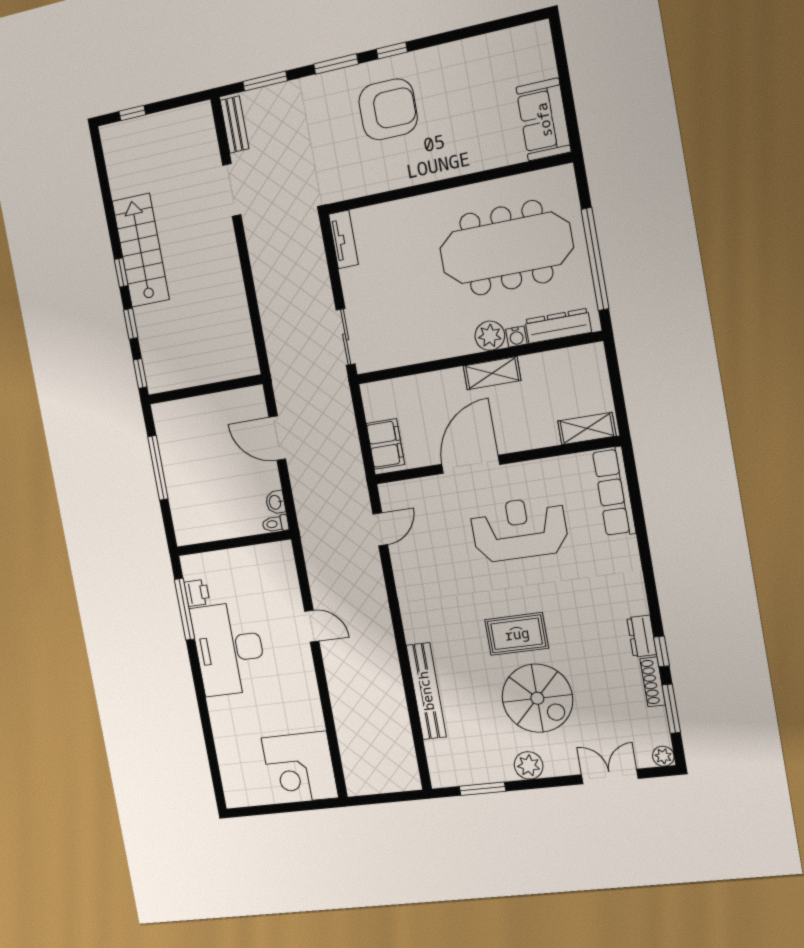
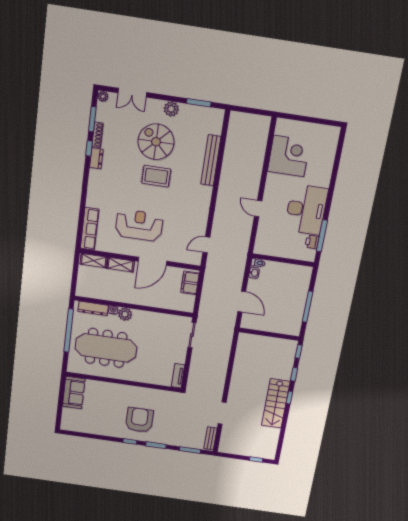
armchair: (388, 109) -> (139, 420), turned 90
shelving: (492, 373) -> (121, 265), moved
reception desk: (519, 529) -> (139, 225), turned 180
corner desk: (300, 768) -> (289, 156), moved

